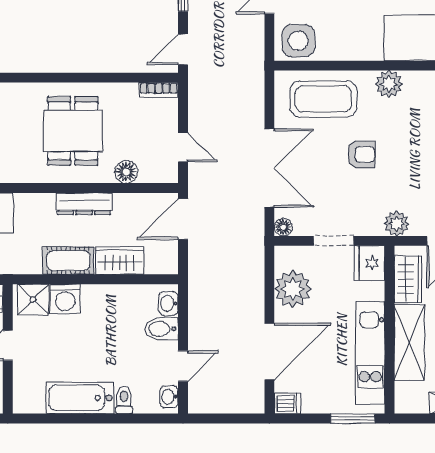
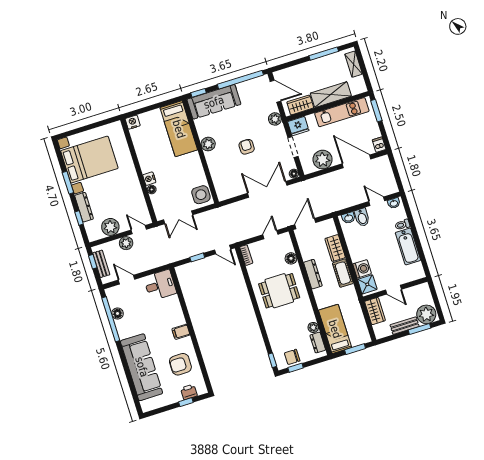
coffee table: (323, 99) -> (225, 174), removed
door: (183, 219) -> (305, 224), swing flipped

